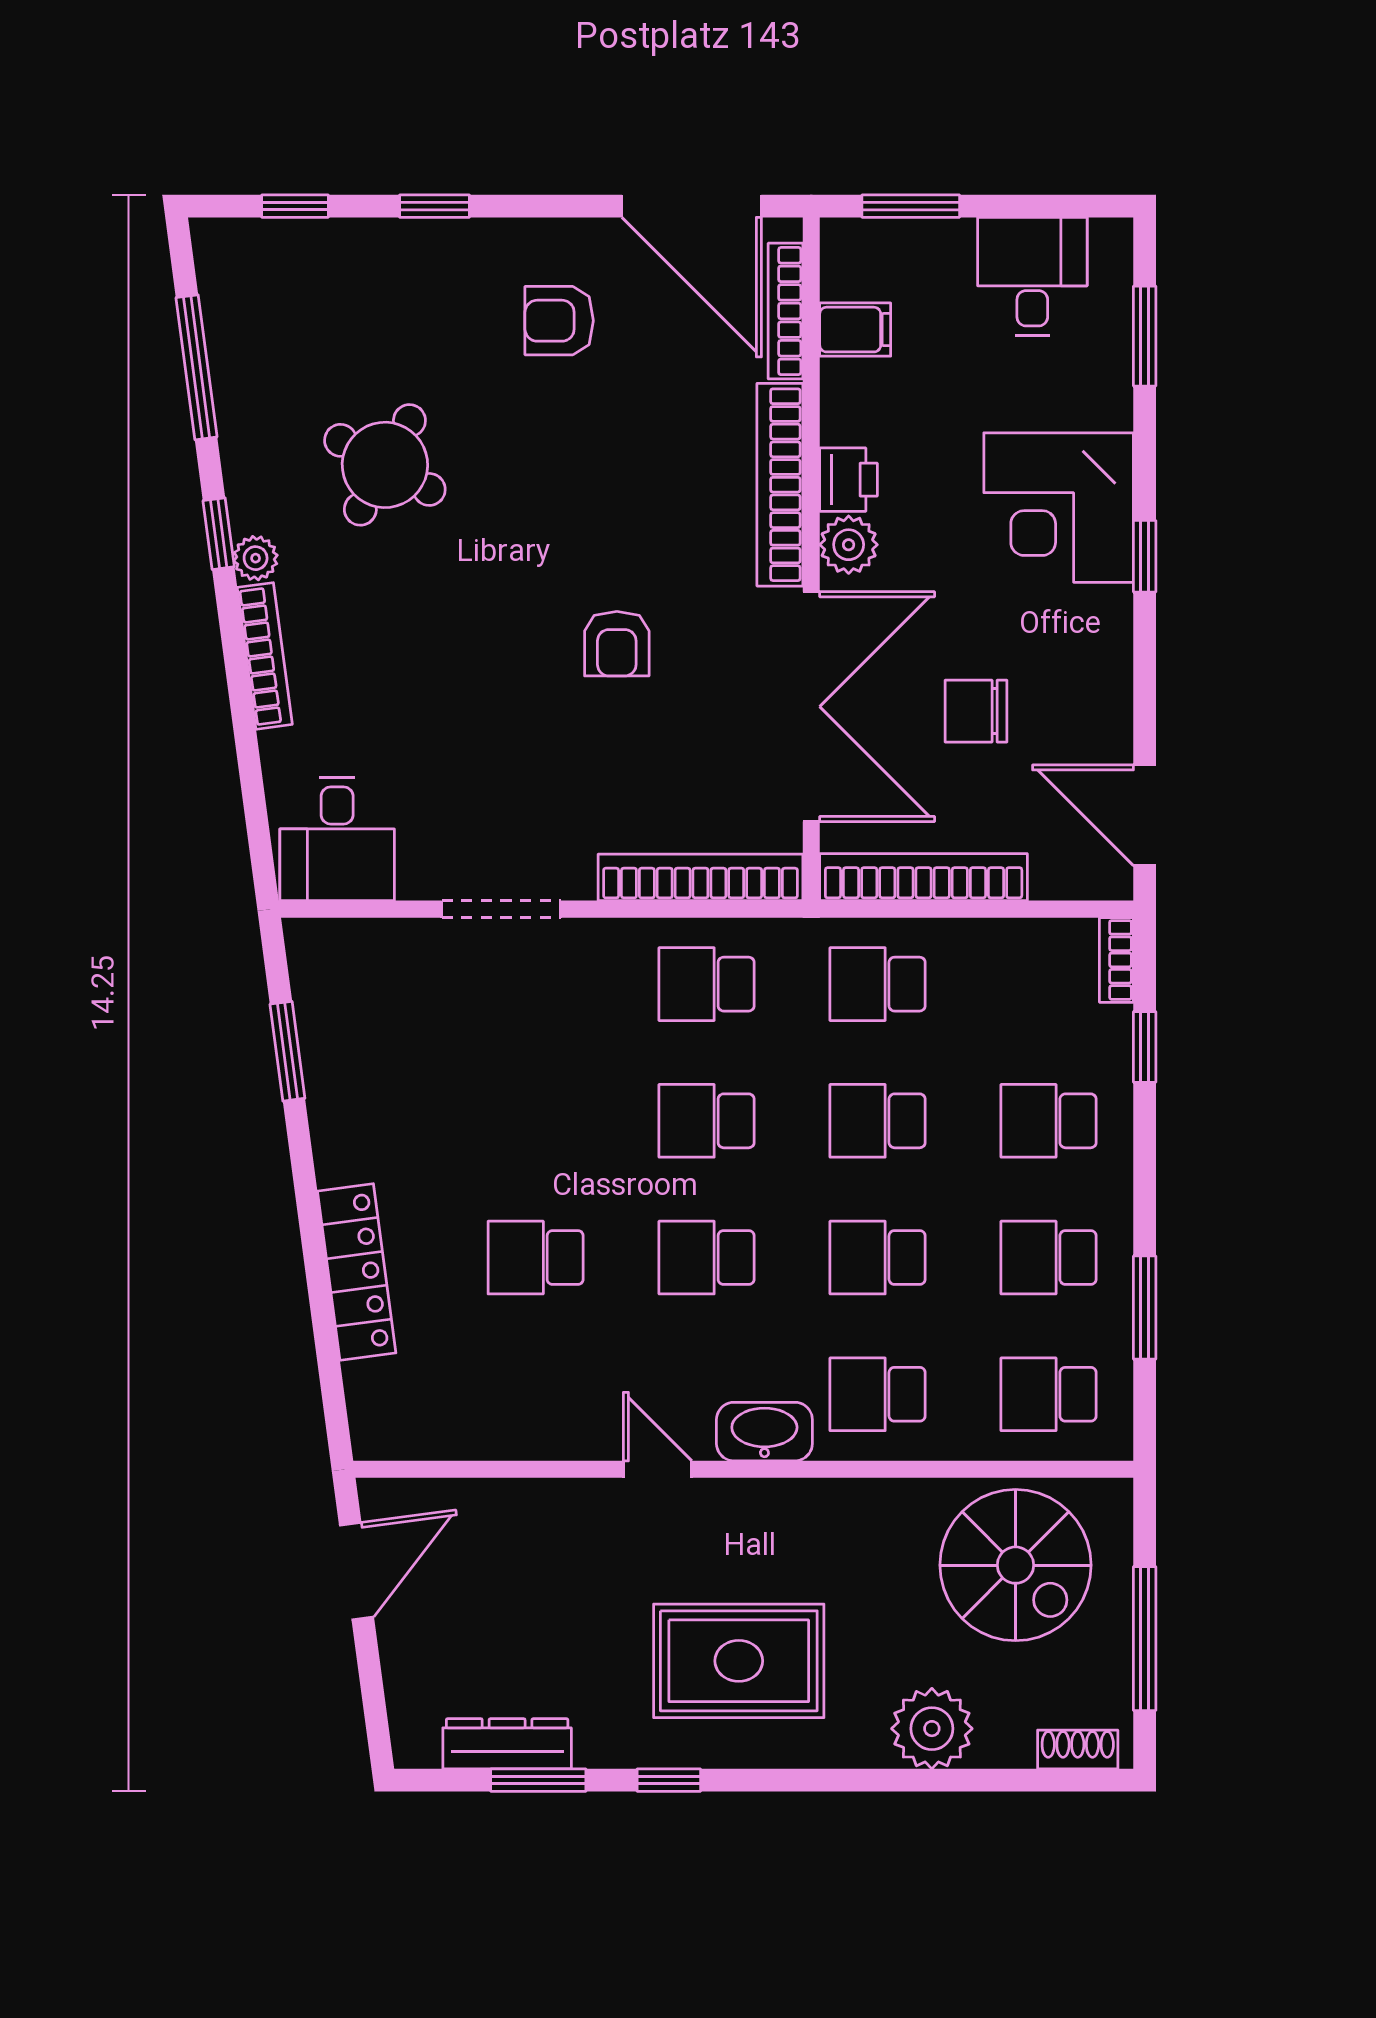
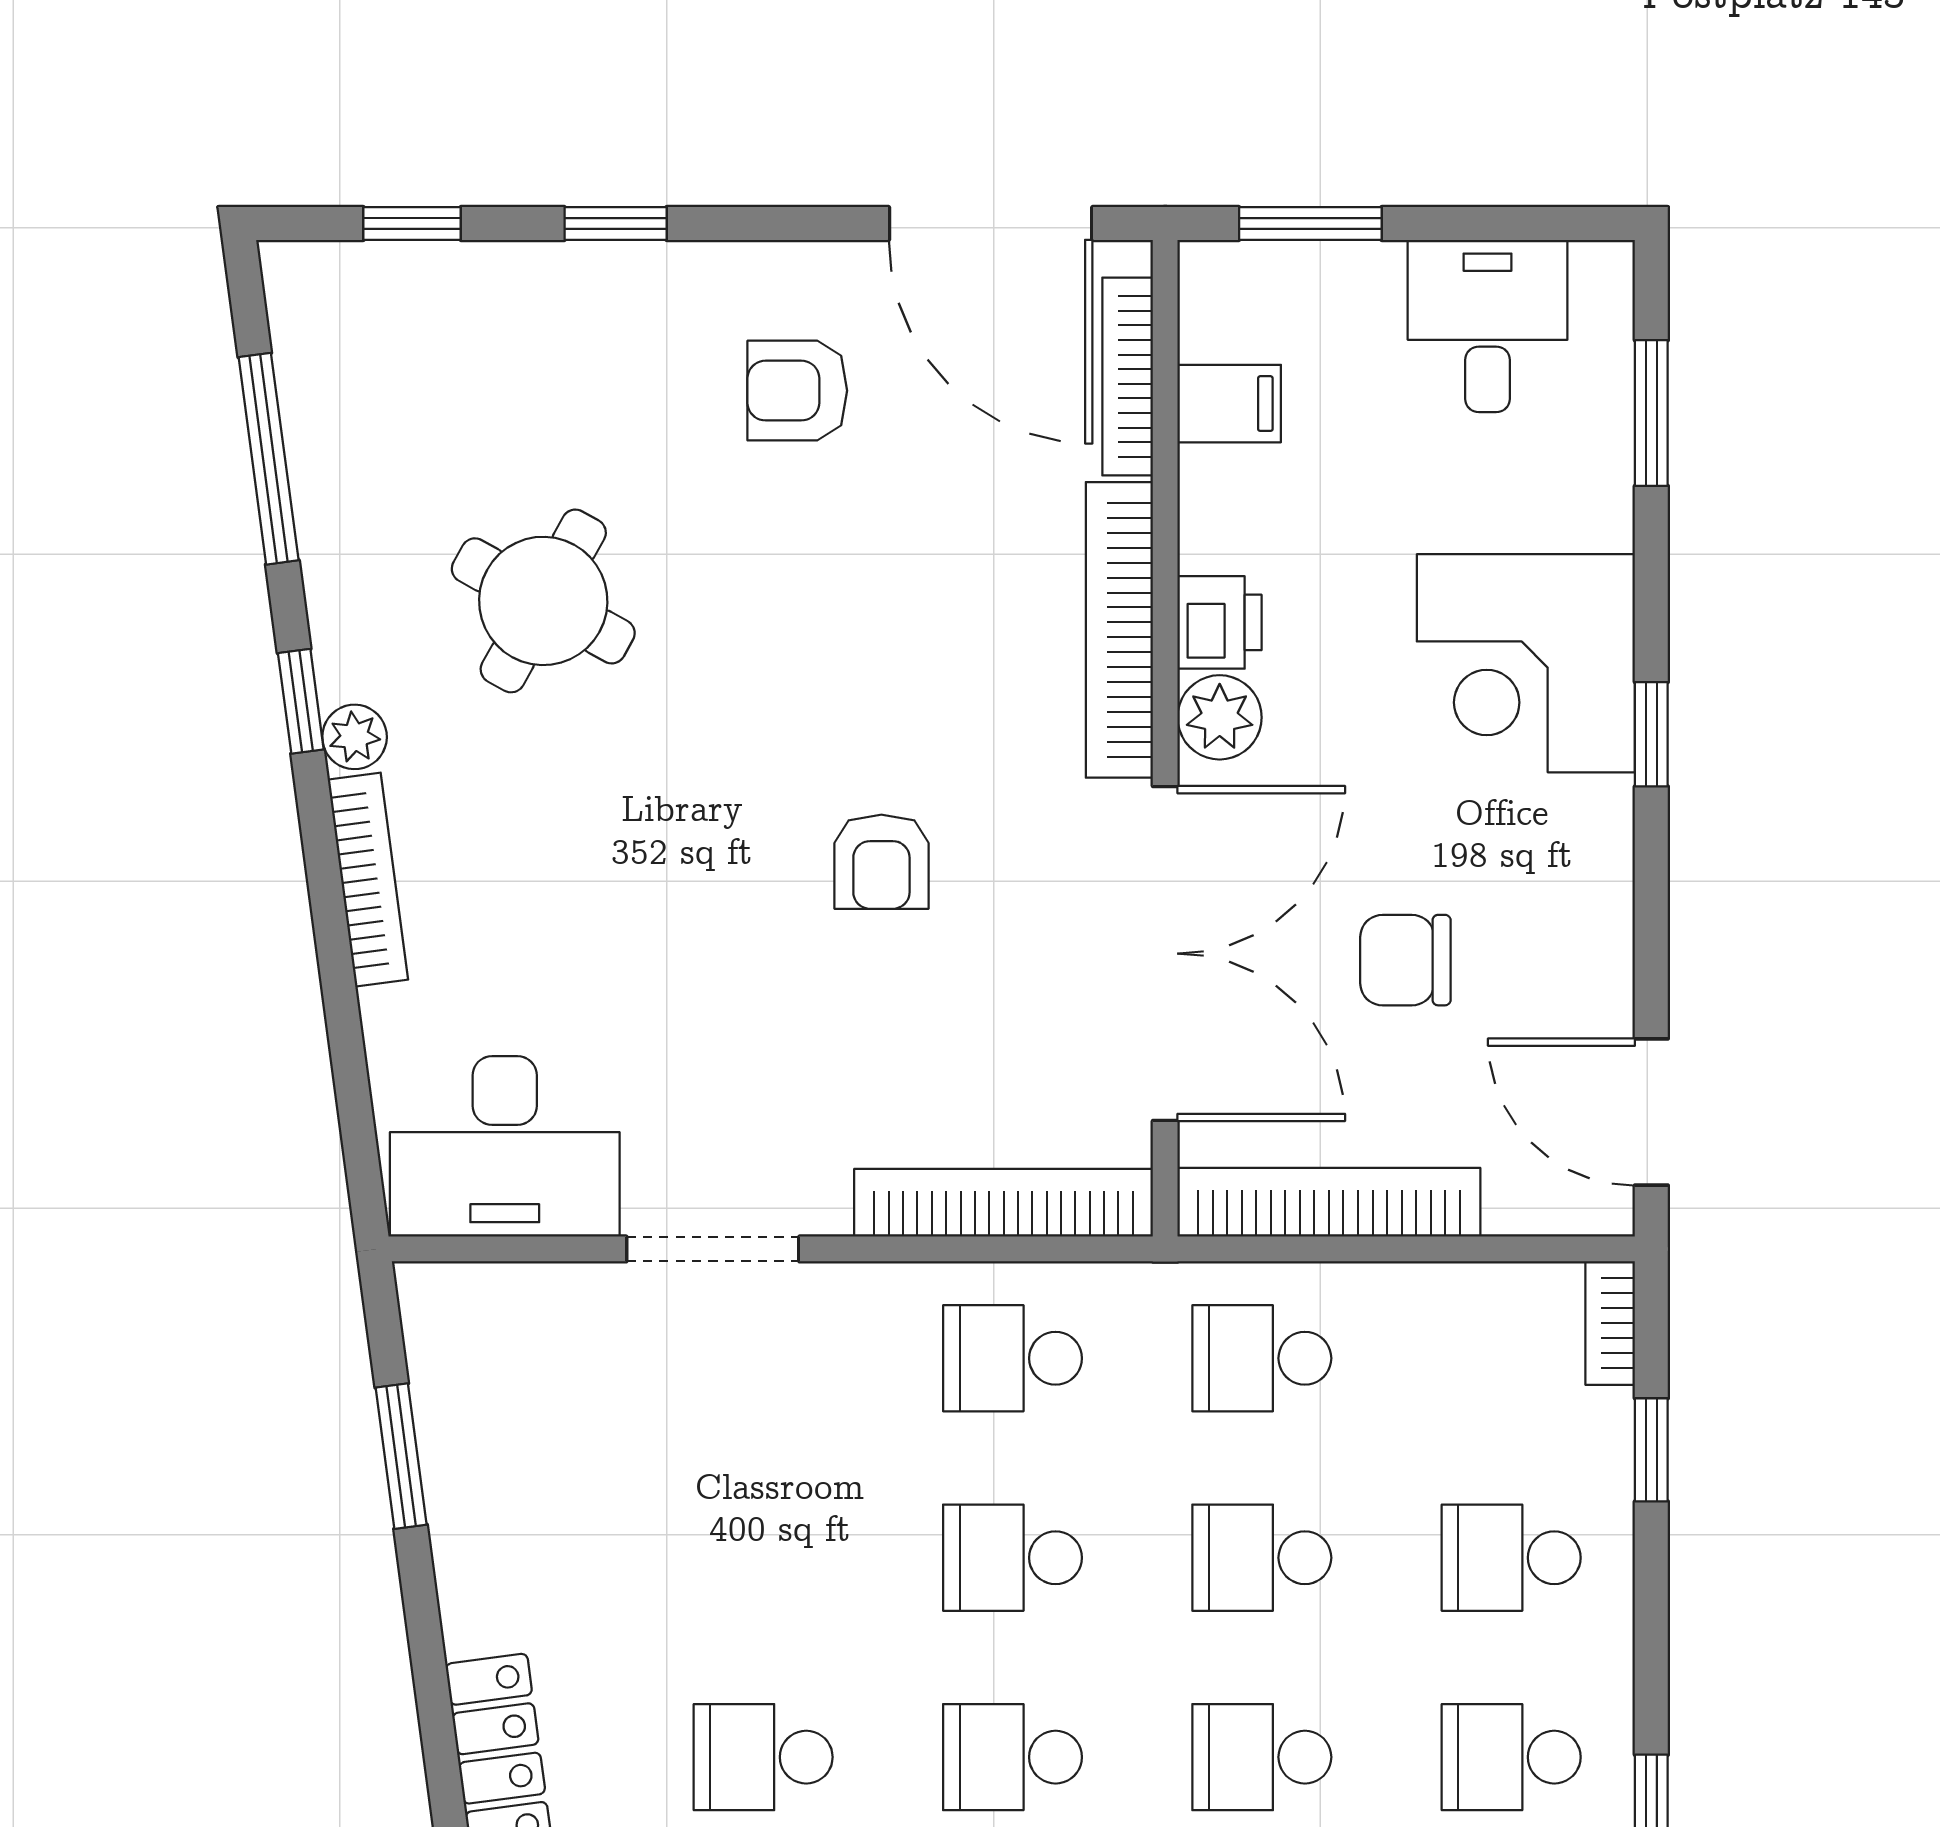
desk: (337, 839) -> (505, 1146), width x1.37

